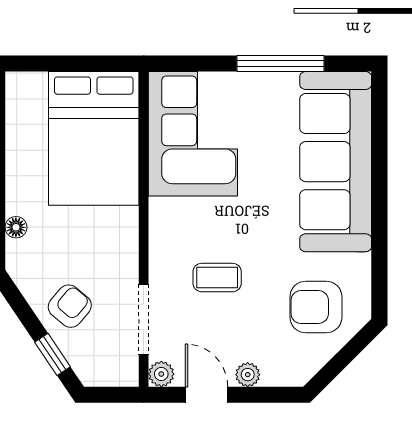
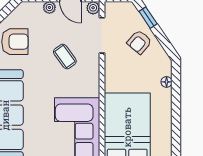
coffee table: (217, 278) -> (65, 57), turned 54

